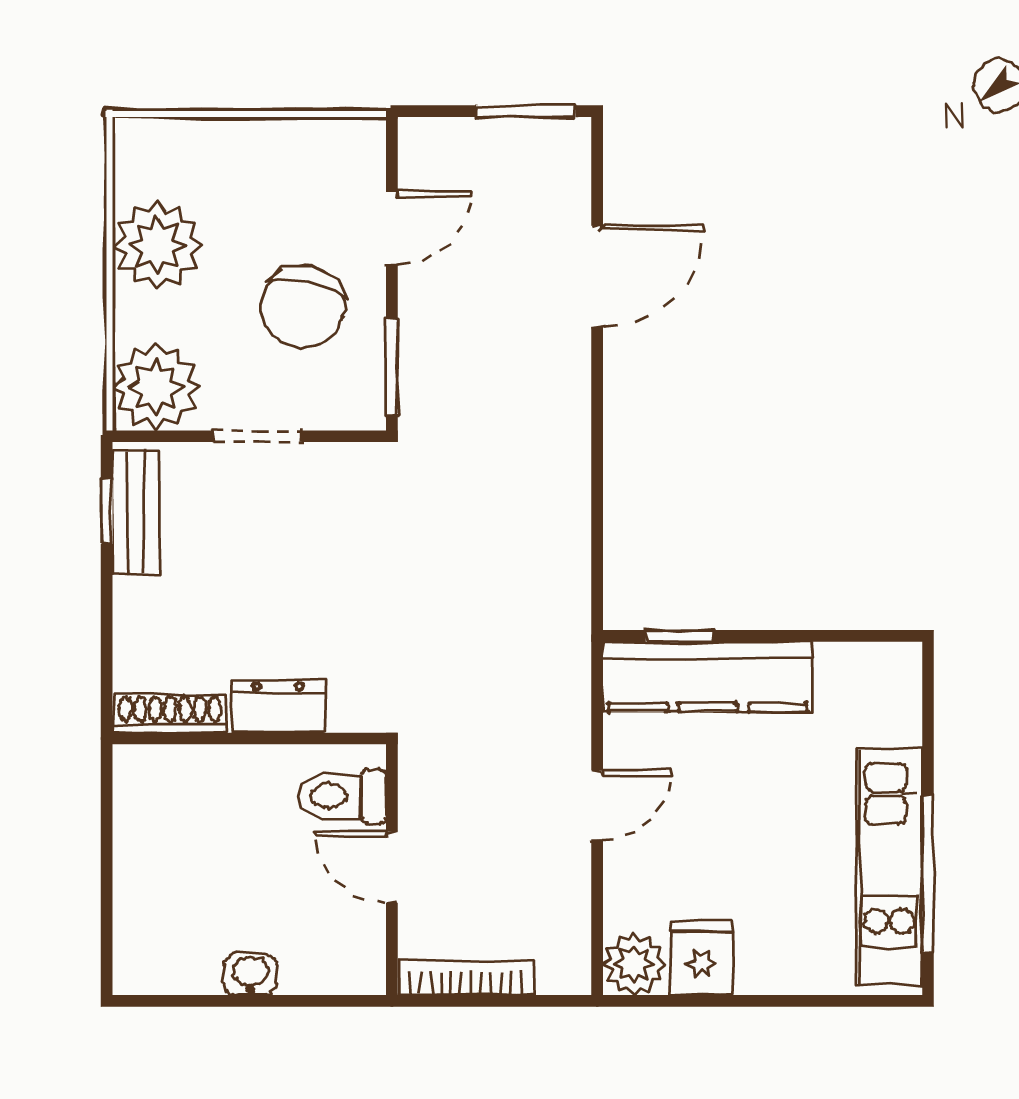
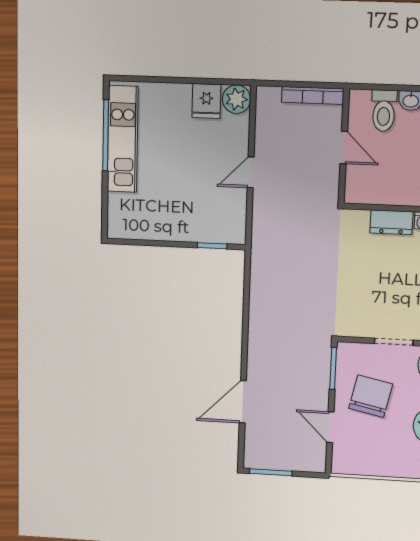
door: (392, 228) -> (330, 427), hinge flipped
kitchen counter: (708, 677) -> (200, 227), removed
toilet: (341, 796) -> (384, 111), moved, turned 90

